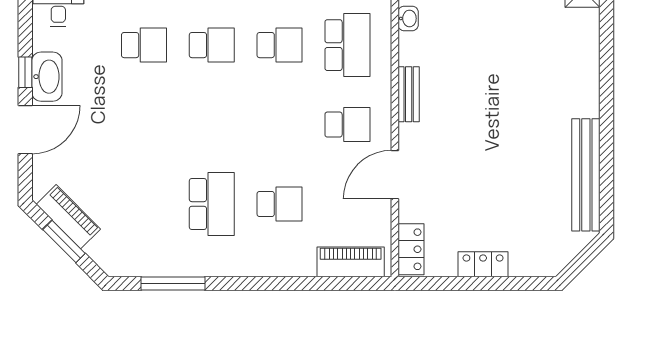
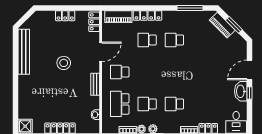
school desk: (144, 45) -> (202, 104), removed
stool: (487, 147) -> (64, 63), added
school desk: (212, 204) -> (174, 40), width x0.54
piano: (68, 217) -> (222, 25), moved
locker: (279, 265) -> (147, 16), added

